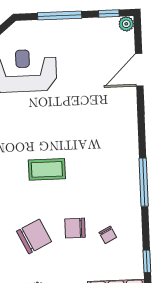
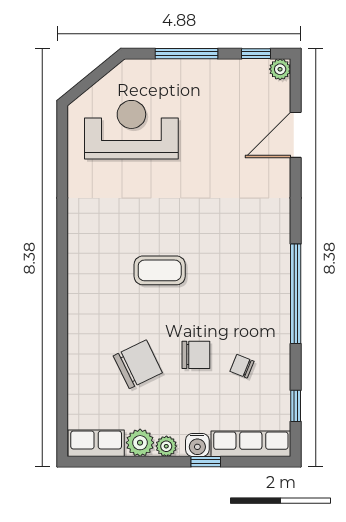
window: (144, 182) -> (296, 294), width x1.46
chair: (75, 228) -> (196, 355), turned 180
chair: (108, 235) -> (242, 366), turned 139

